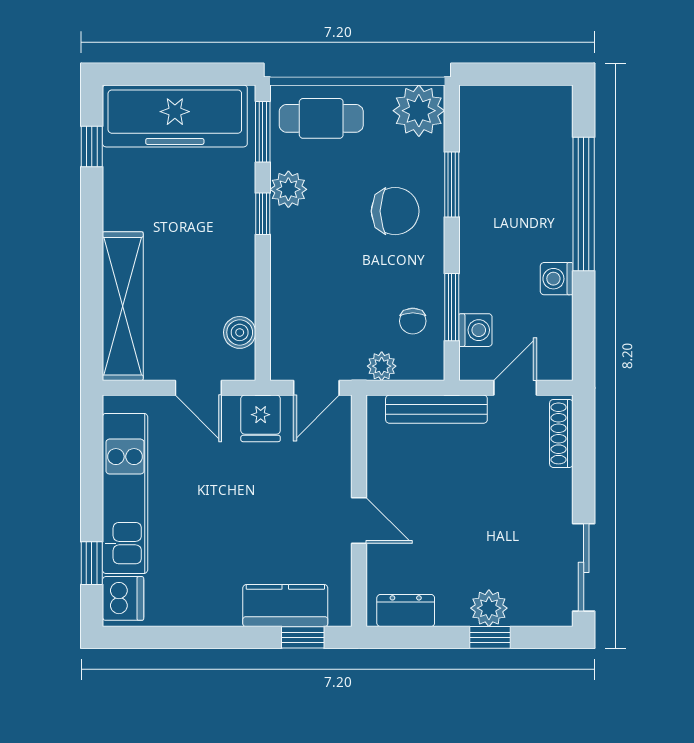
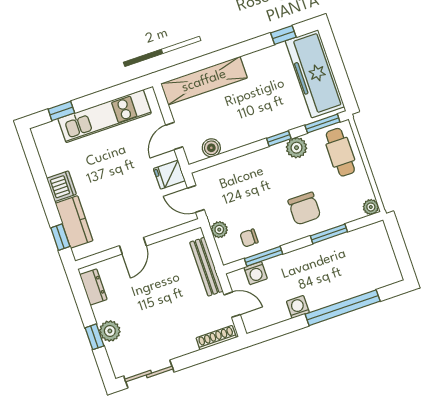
plant: (419, 111) -> (371, 207), width x0.53, depth x0.53
dishwasher: (123, 598) -> (62, 186), moved, turned -90

